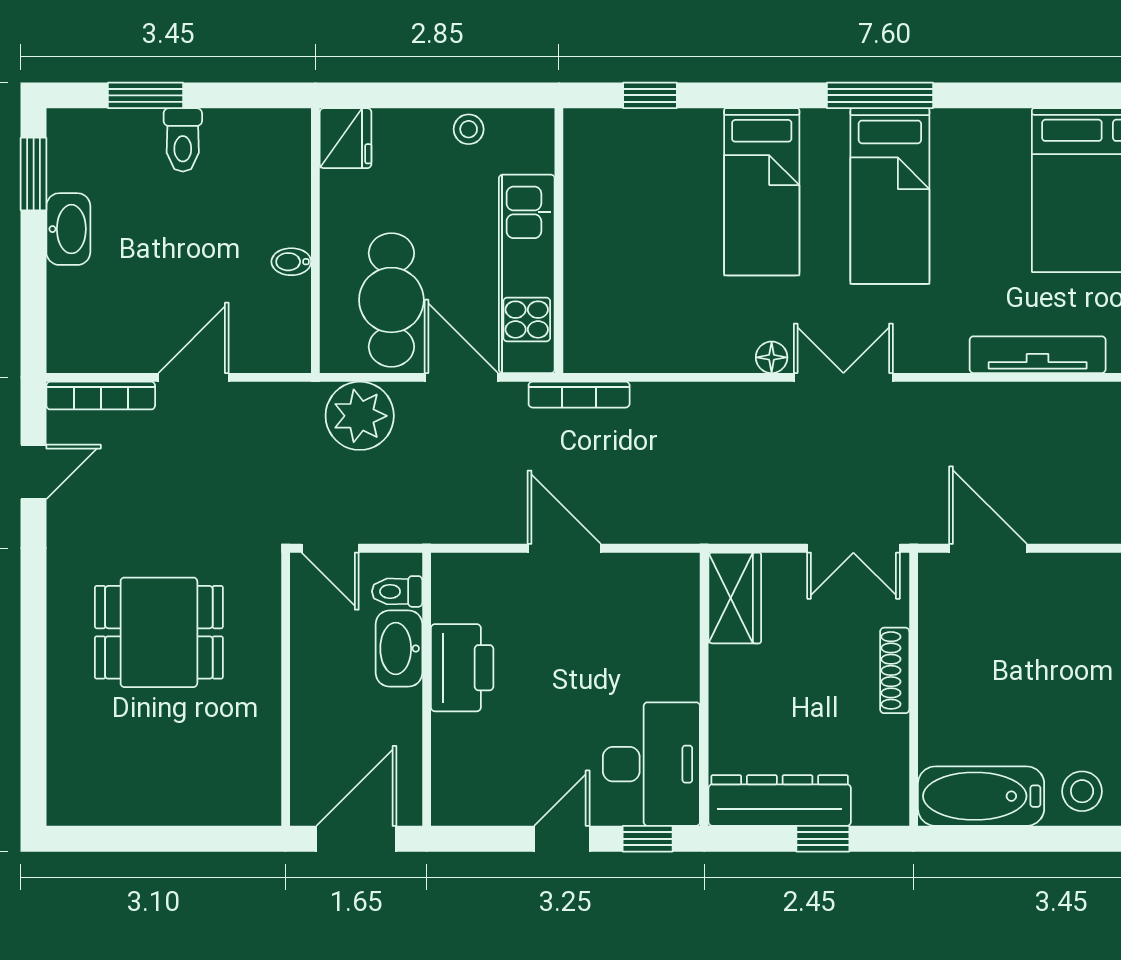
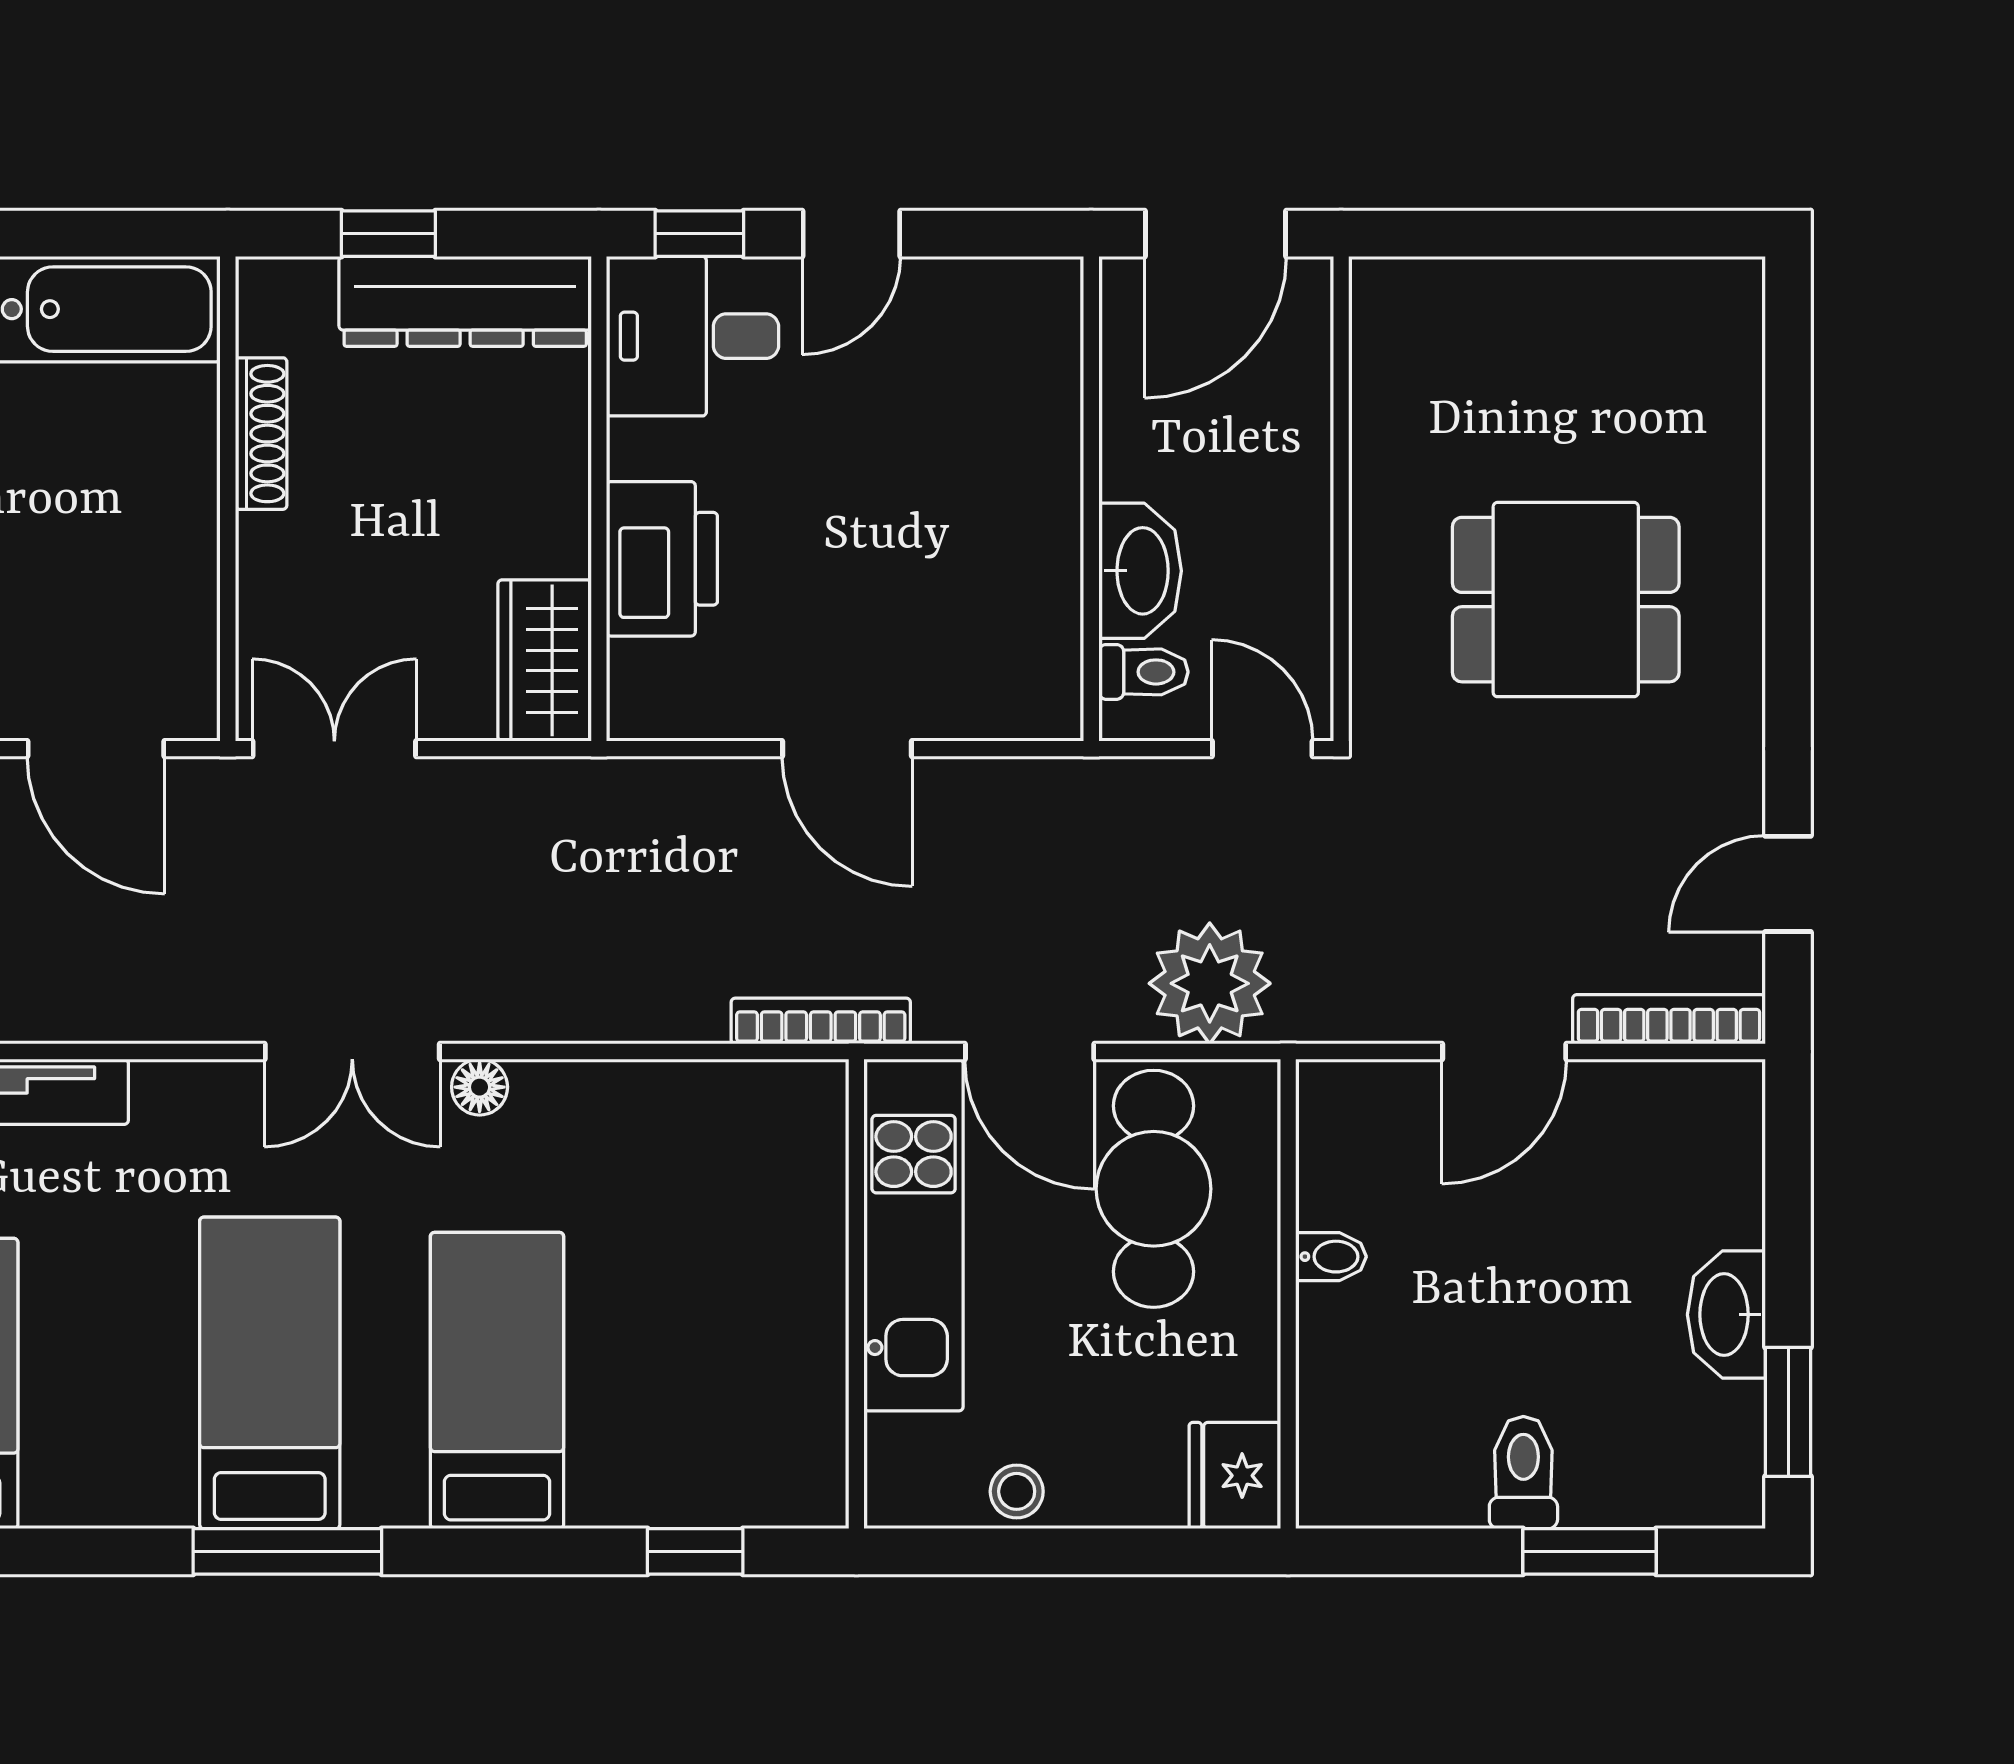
printer: (462, 668) -> (662, 559), moved, turned 180
shoe rack: (895, 670) -> (261, 434), moved
desk: (651, 764) -> (693, 336), width x0.73

